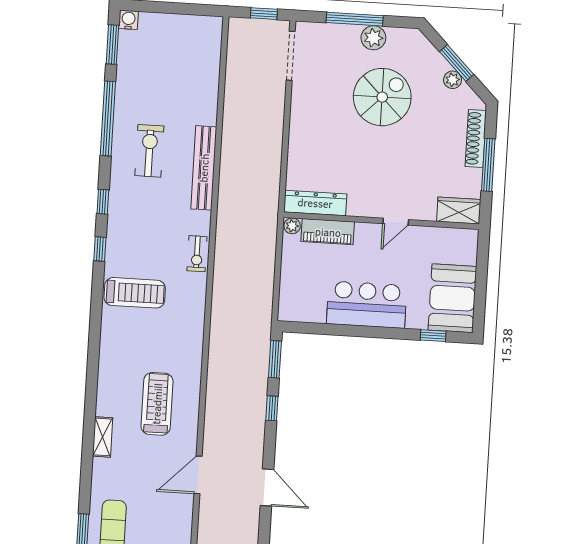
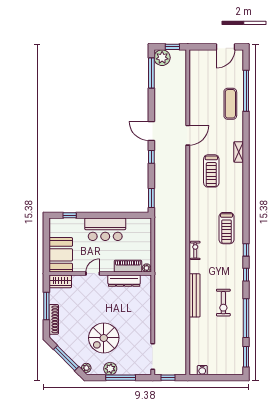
water cooler: (129, 20) -> (202, 370), moved
window: (457, 63) -> (66, 358), width x1.44
plant: (453, 80) -> (86, 368), moved
dresser: (315, 203) -> (124, 281), moved
treadmill: (135, 293) -> (227, 228), turned -90
booth: (452, 298) -> (61, 255), moved
window: (272, 408) -> (151, 157), moved

